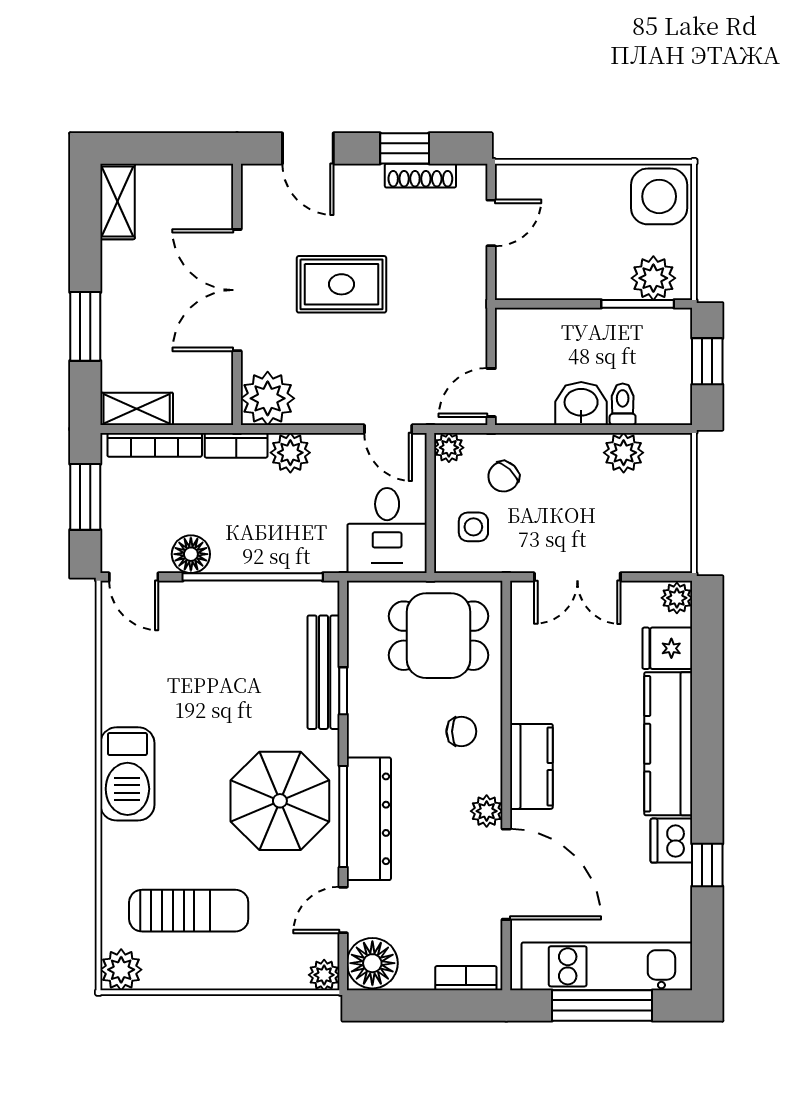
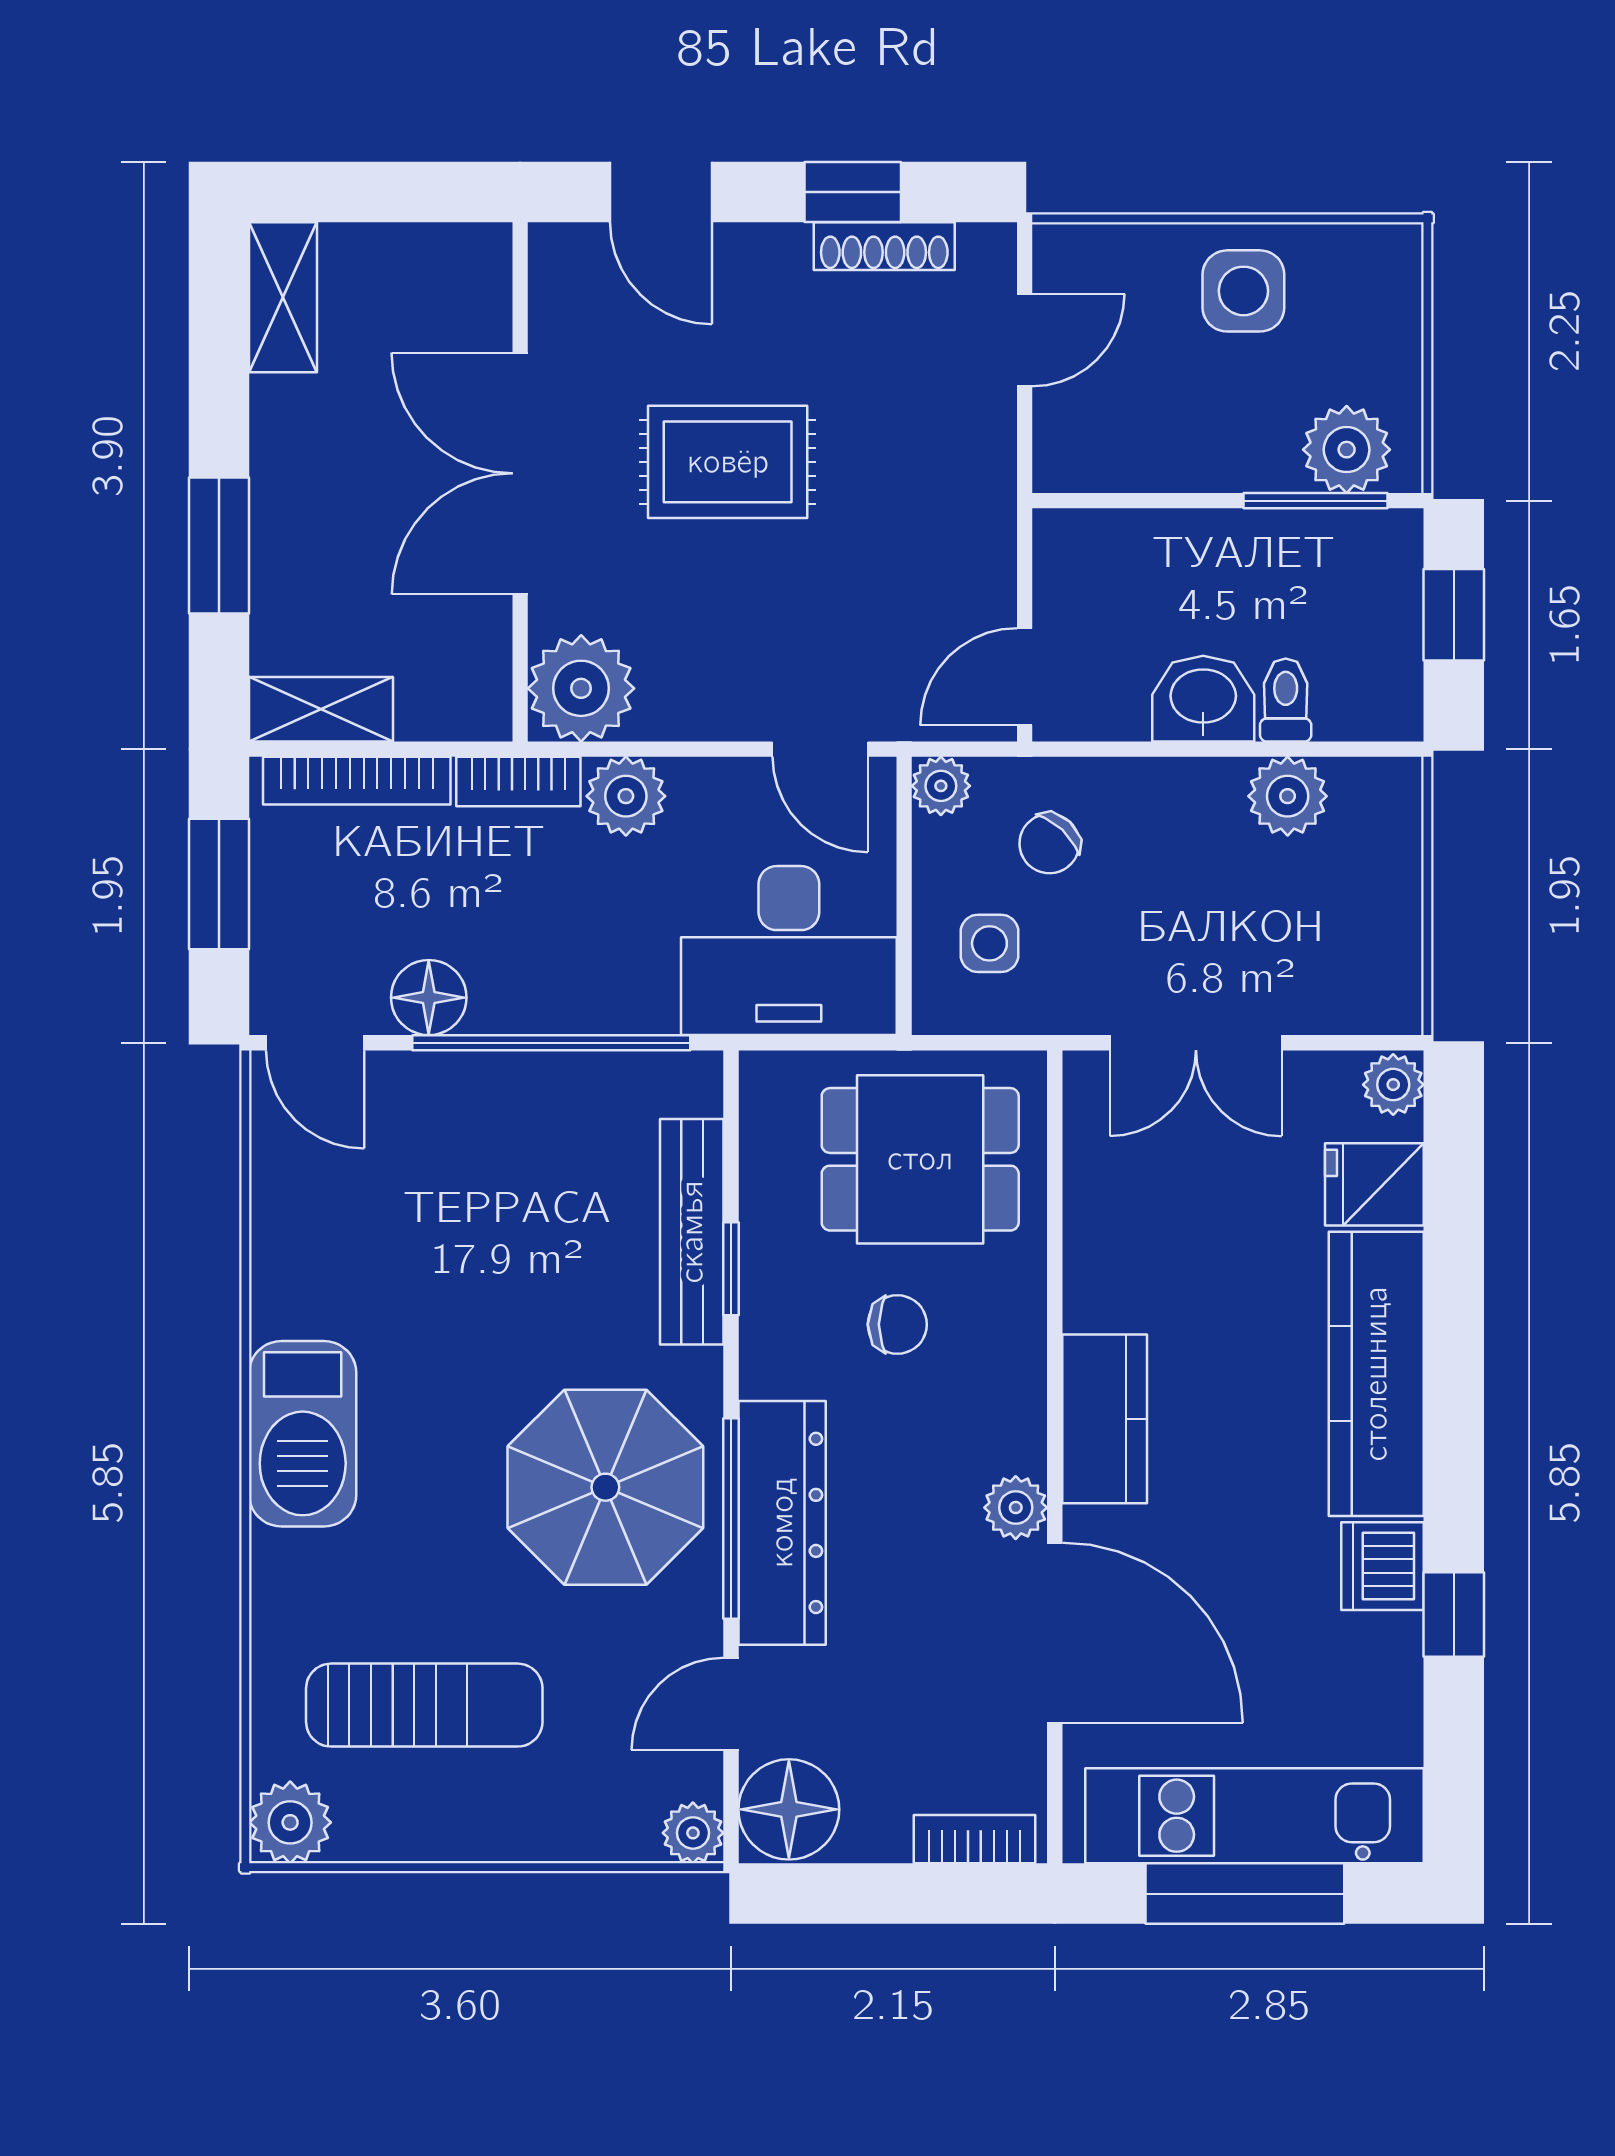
side table: (659, 196) -> (1243, 291), moved, width x0.73, depth x0.73
desk: (387, 530) -> (789, 951), width x1.37
chair: (461, 731) -> (897, 1324), moved

